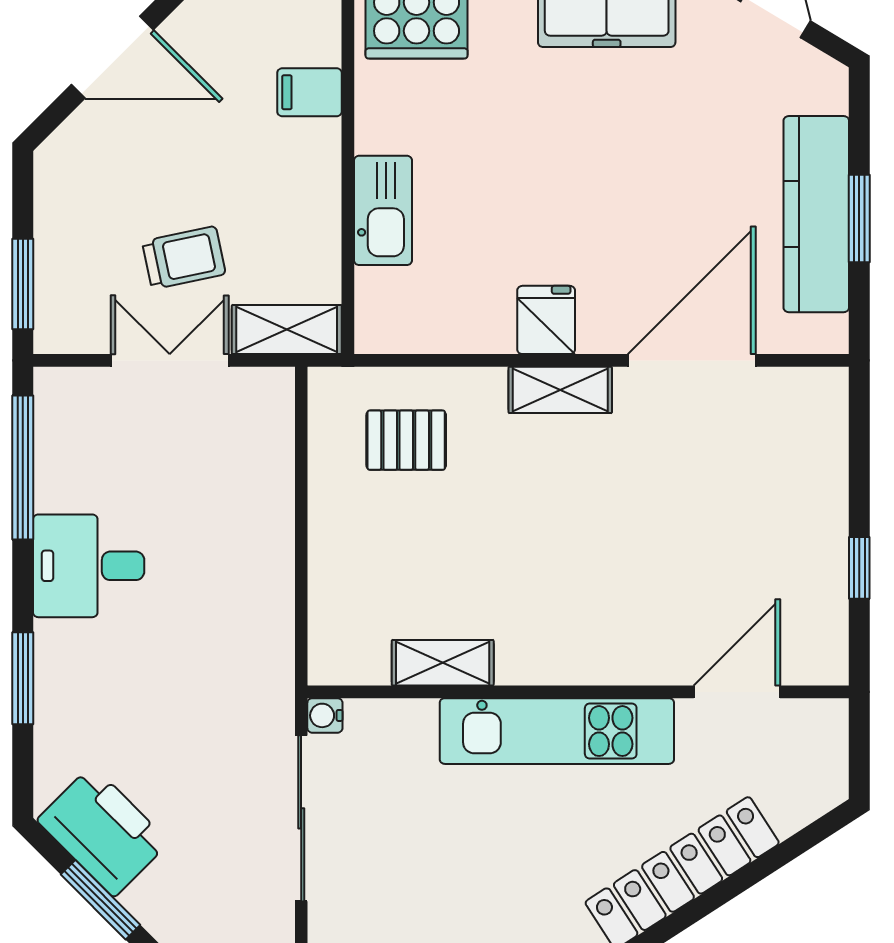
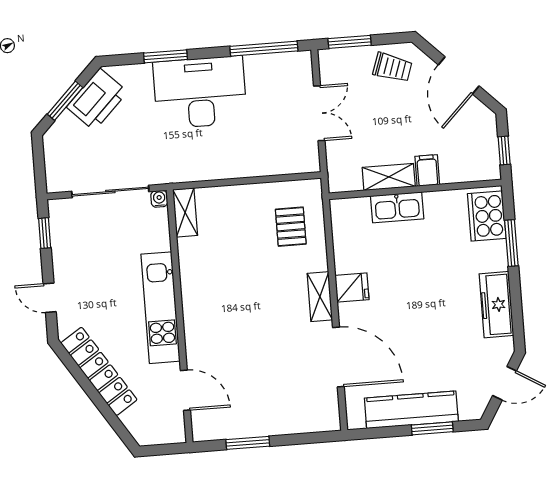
filing cabinet: (309, 92) -> (427, 170), moved
window: (859, 218) -> (432, 428), moved
trolley: (184, 258) -> (392, 67), moved, turned -59
shelving: (287, 330) -> (389, 177), moved, turned 90
desk: (89, 566) -> (200, 92), width x1.87, depth x1.30
window: (859, 568) -> (248, 443), width x1.50
shelving: (443, 663) -> (185, 212), moved

